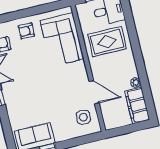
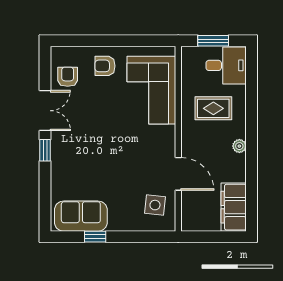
rug: (107, 42) -> (213, 108), width x0.73, depth x0.70
plant: (136, 82) -> (239, 146), moved

